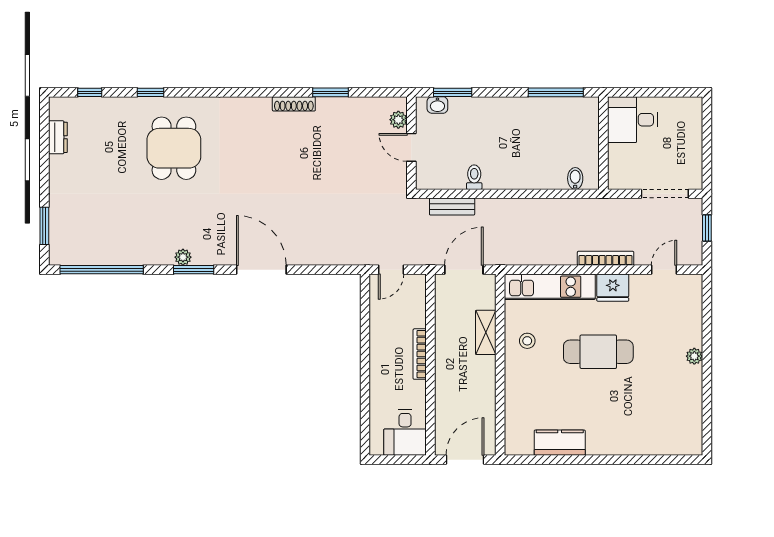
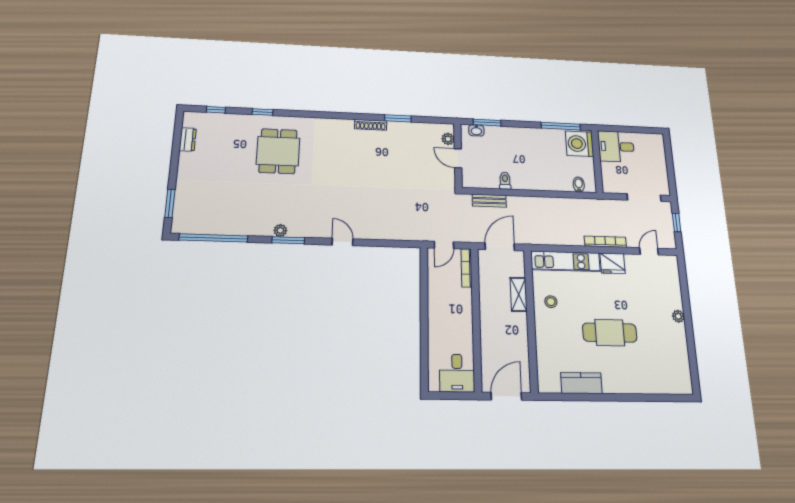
washing machine: (581, 118) -> (579, 144), added
door: (261, 270) -> (342, 242), width x0.53
cafe table: (598, 352) -> (610, 333), moved
bookcase: (420, 354) -> (467, 268), moved

